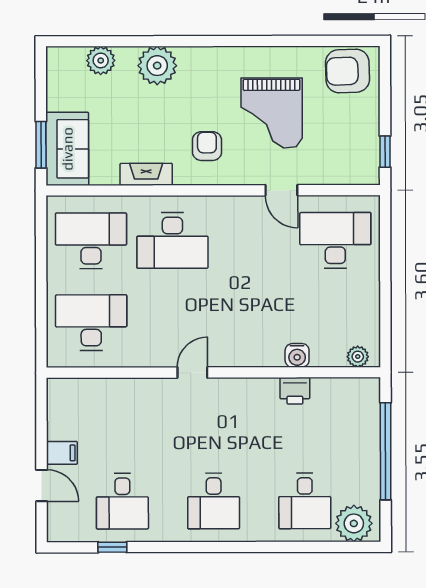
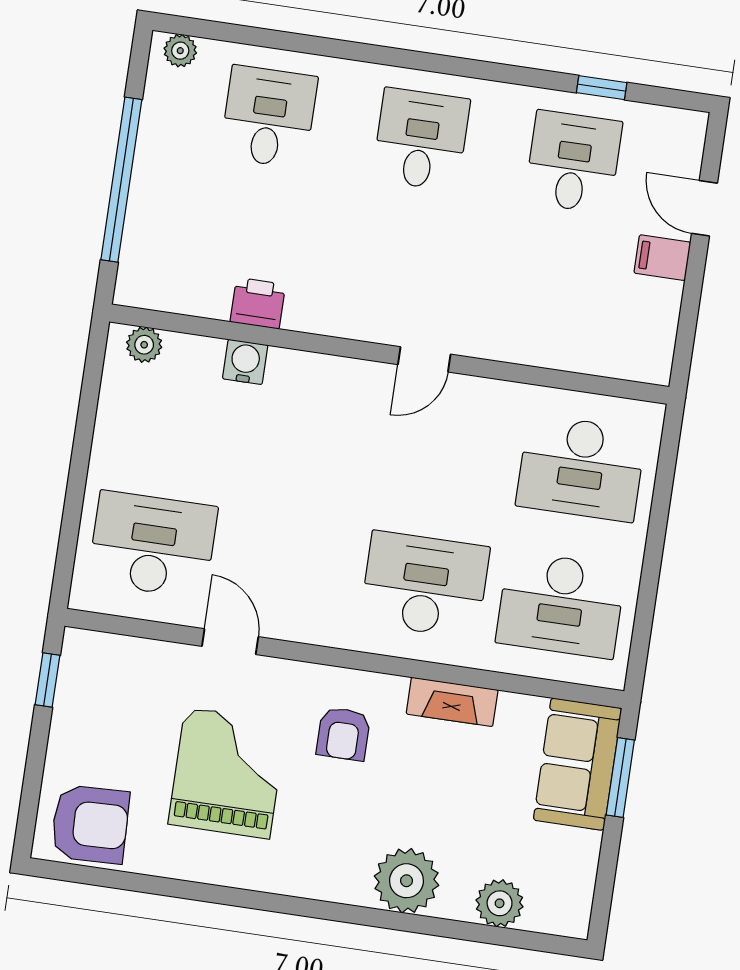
desk: (335, 240) -> (153, 545), turned 180
plant: (354, 523) -> (180, 51), width x0.53, depth x0.53

